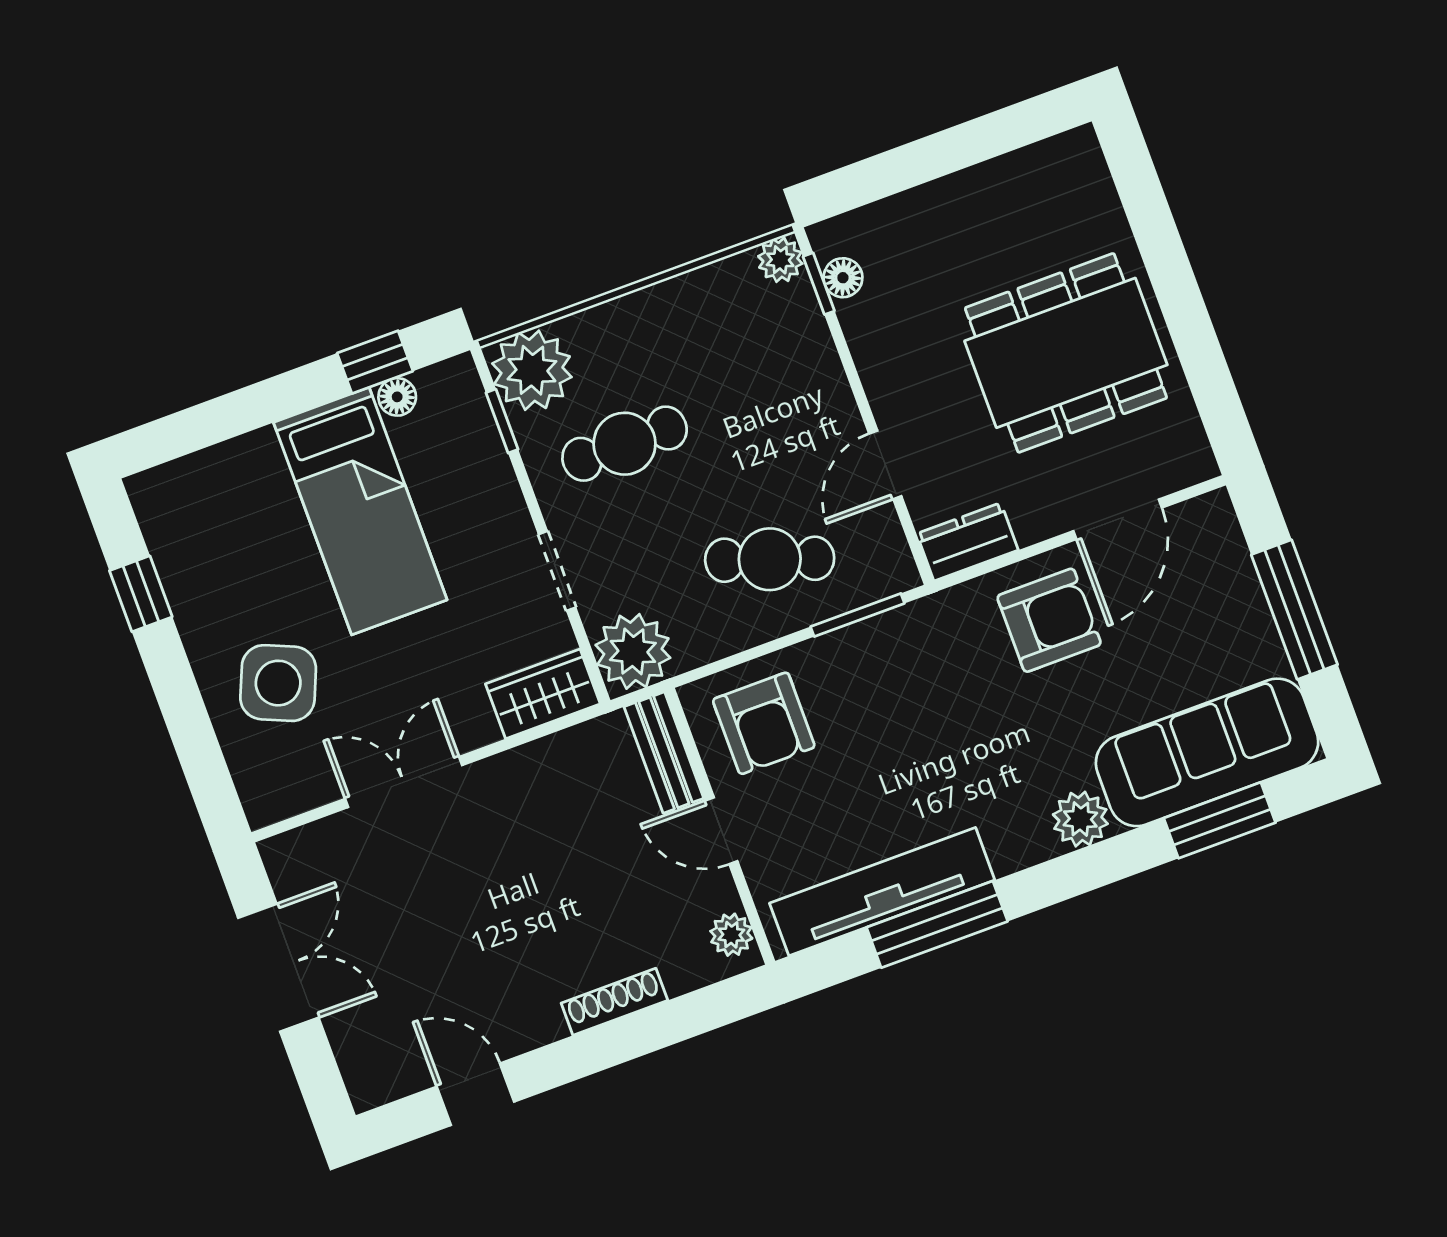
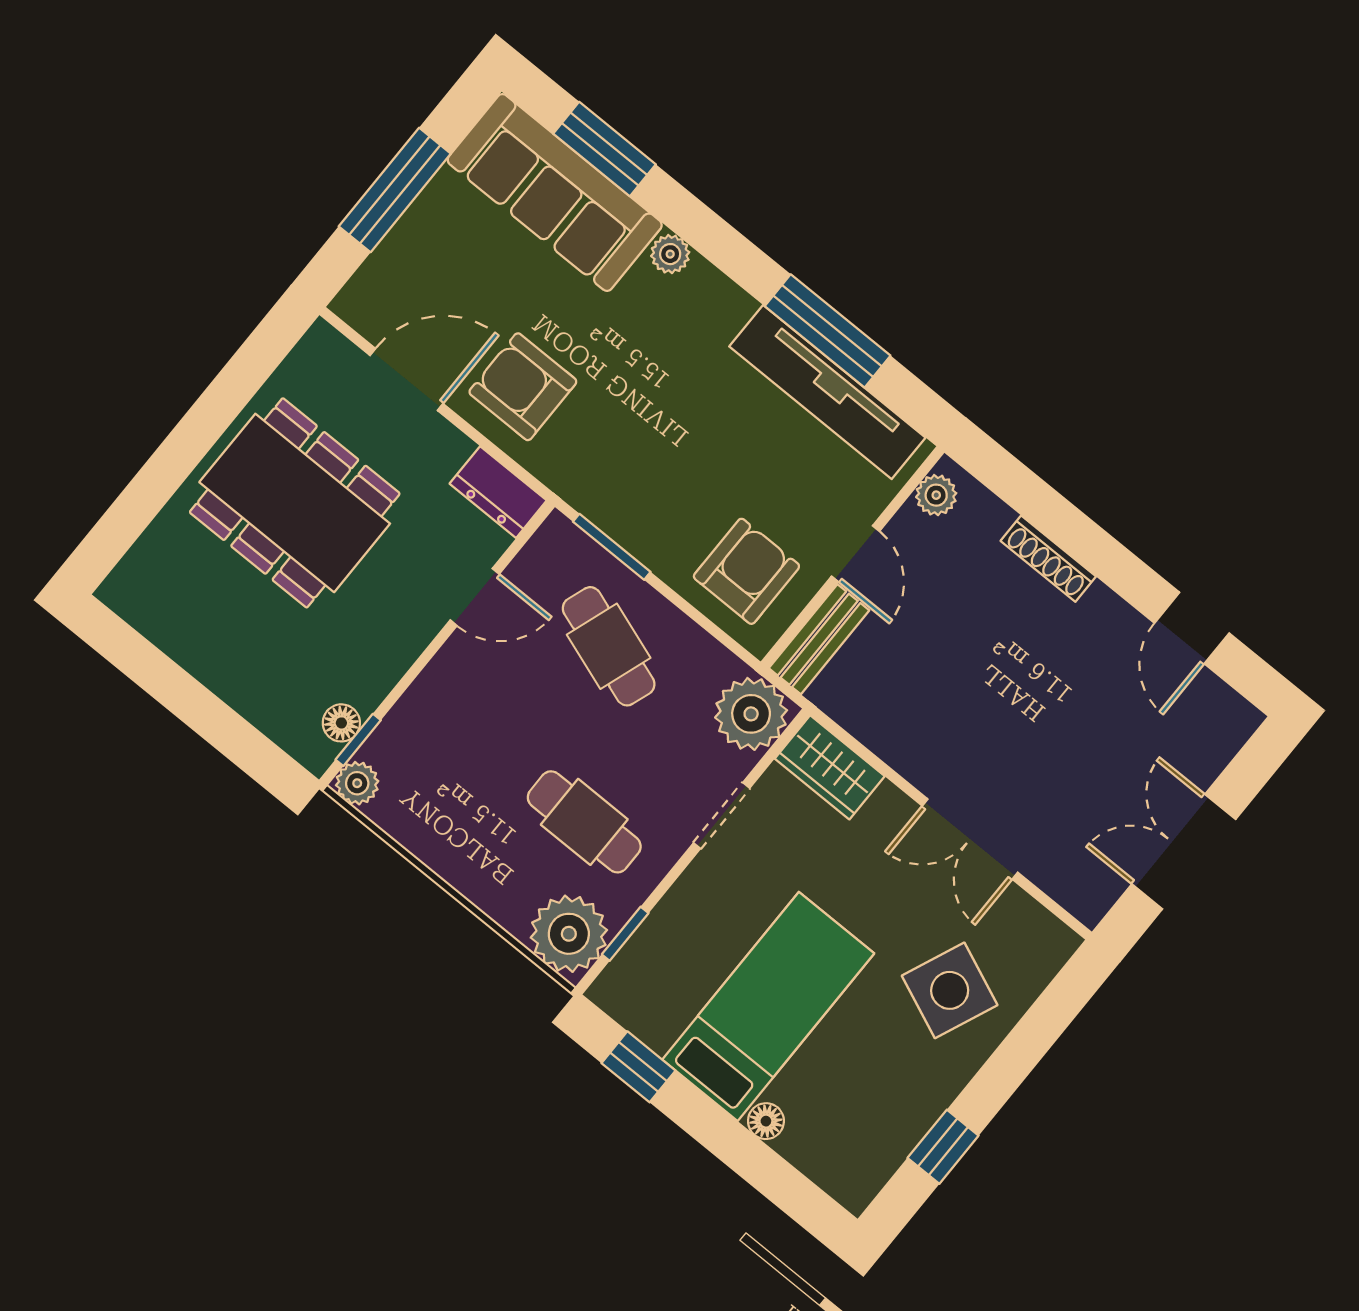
floor lamp: (397, 397) -> (766, 1121), moved
plant: (1080, 819) -> (670, 254), width x0.73, depth x0.73

